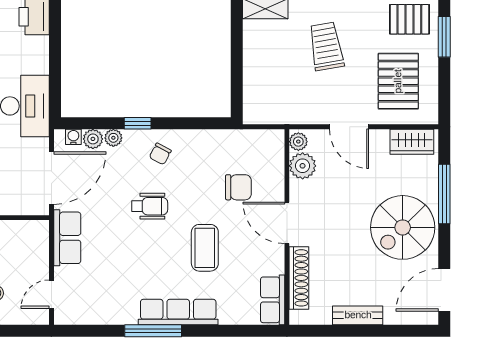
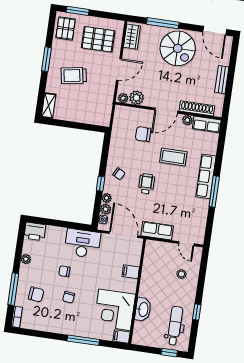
chair: (238, 187) -> (143, 134), turned -90
plant: (275, 264) -> (187, 120), added

